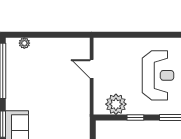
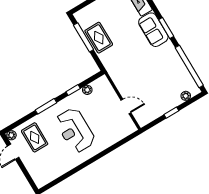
window: (49, 35) -> (171, 113), added
plant: (116, 104) -> (87, 90), width x0.53, depth x0.53

